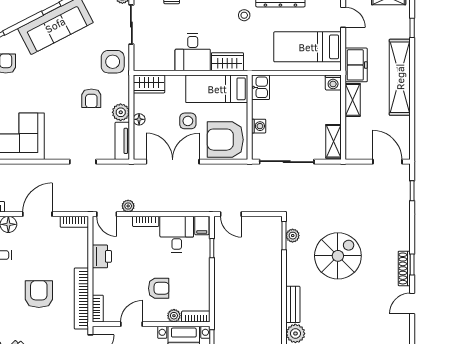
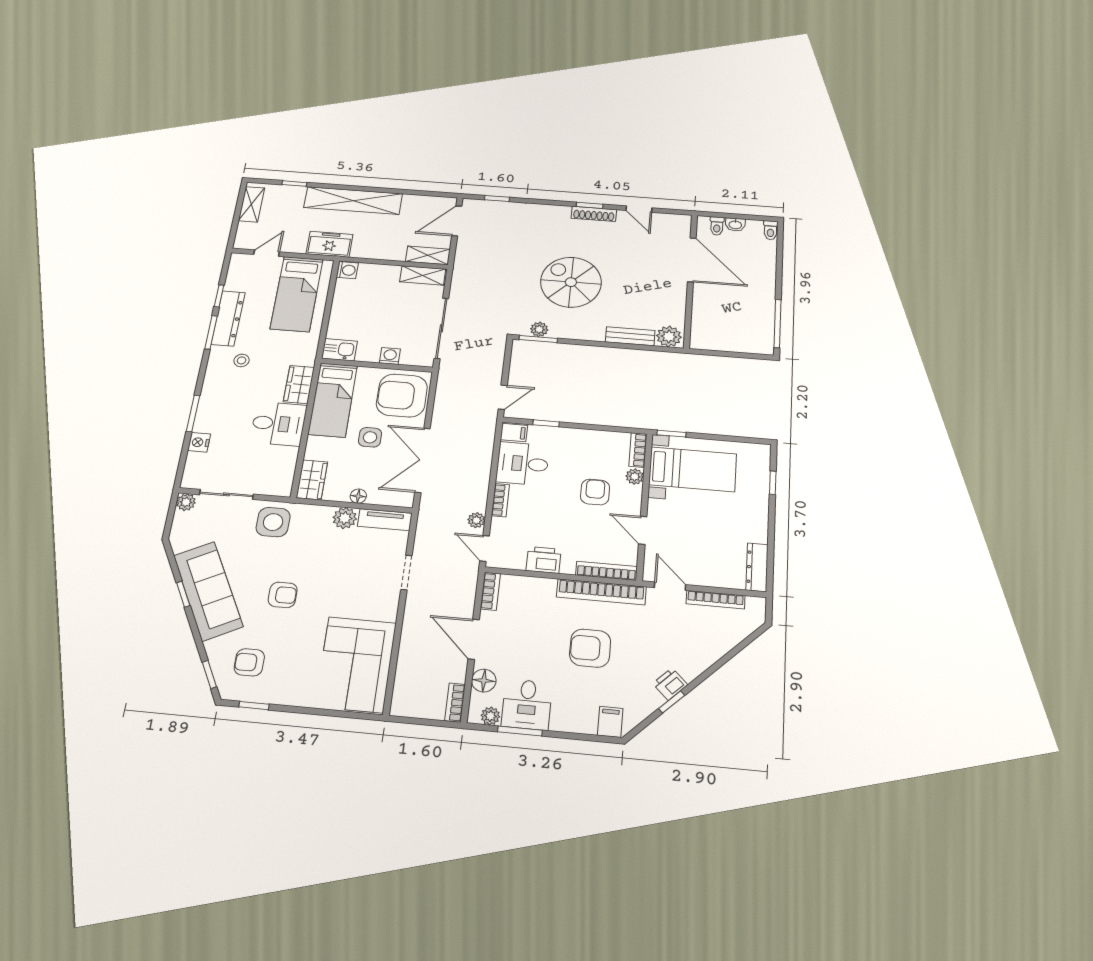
armchair: (91, 98) -> (283, 595), moved
shelving: (353, 100) -> (428, 255), moved
armchair: (225, 140) -> (402, 396), turned 90
door: (107, 214) -> (485, 548), swing flipped
bookcase: (98, 309) -> (606, 571), width x1.56

